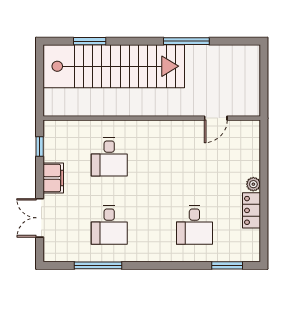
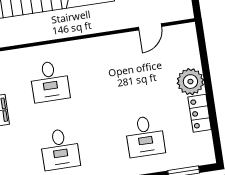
plant: (253, 184) -> (190, 82), width x1.87, depth x1.87

